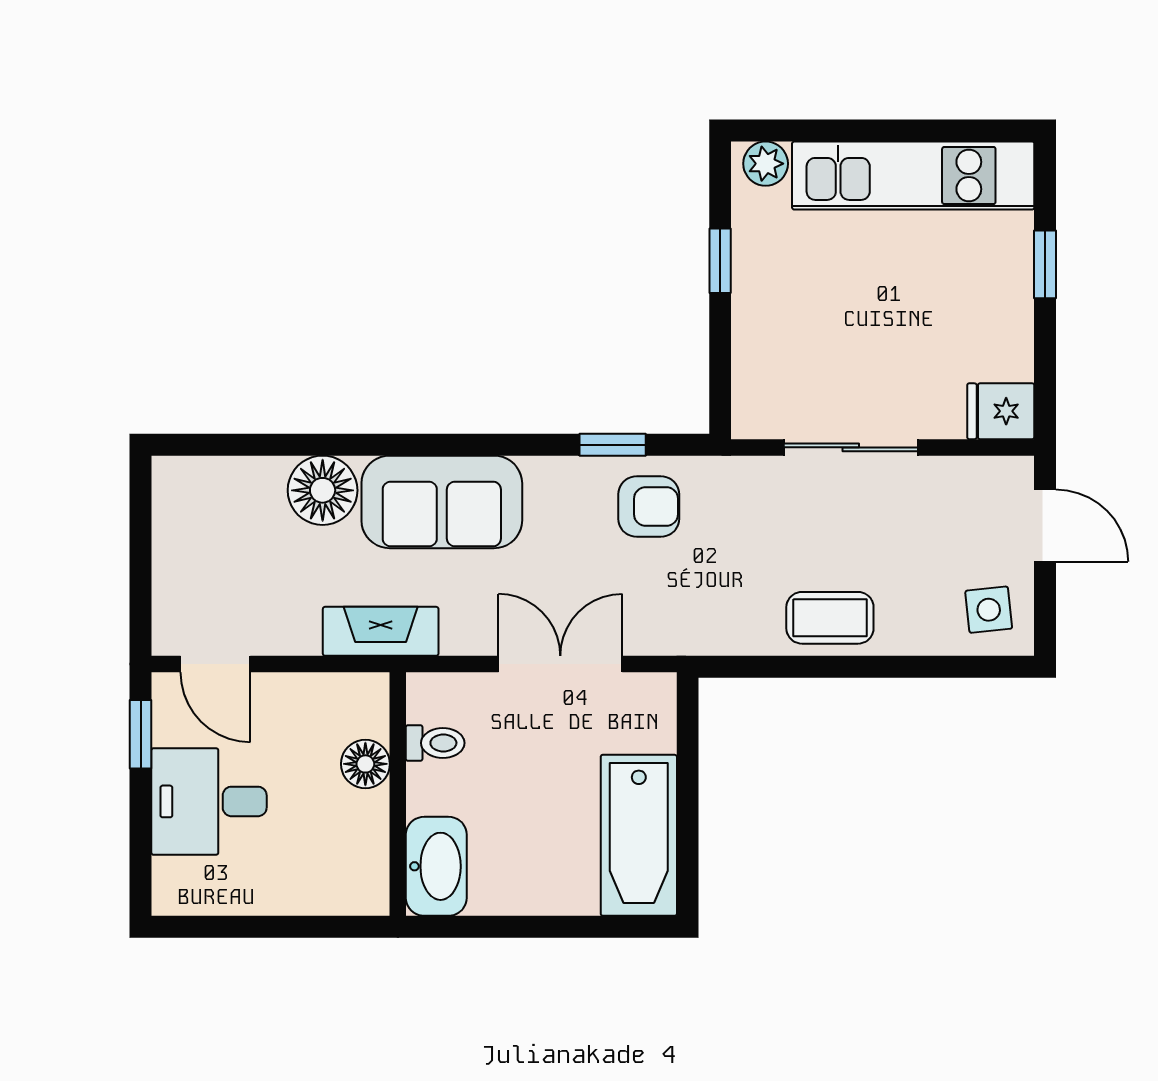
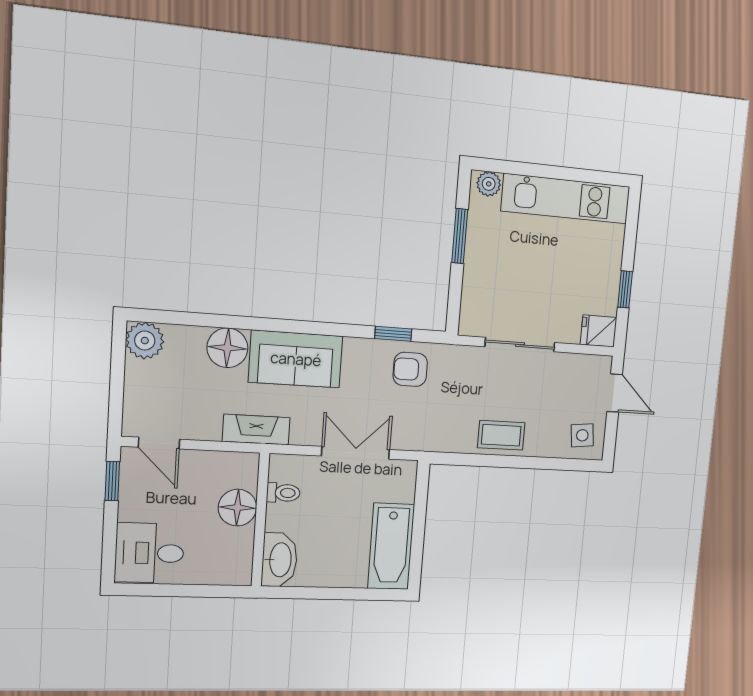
window: (720, 261) -> (460, 236), width x1.50
window: (1045, 264) -> (625, 289), moved
plant: (183, 488) -> (145, 341), added
armchair: (649, 507) -> (410, 369), turned 180
floor lamp: (365, 764) -> (237, 508), width x1.38, depth x1.38
desk: (209, 801) -> (149, 553), moved

